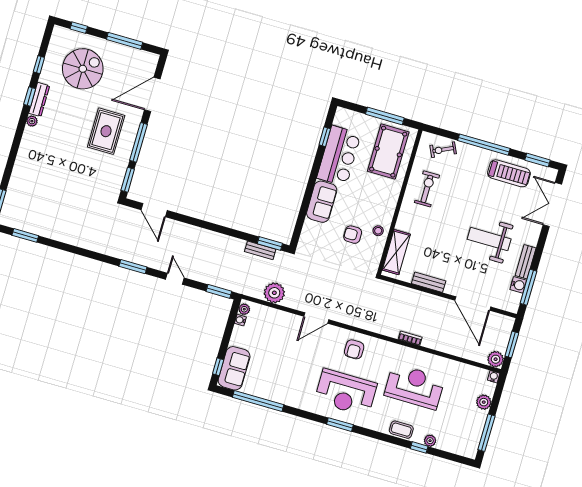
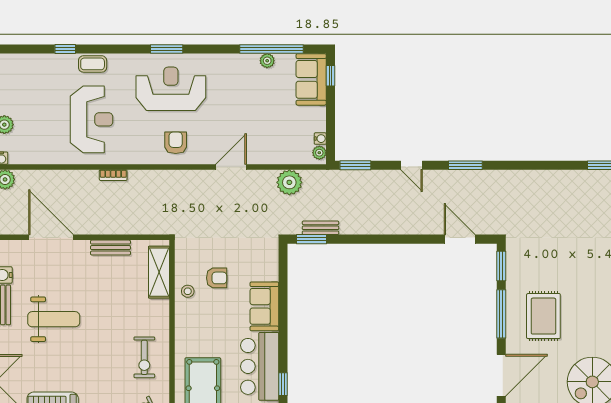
reception desk: (414, 387) -> (92, 119), turned -90
plant: (430, 441) -> (267, 61), moved

